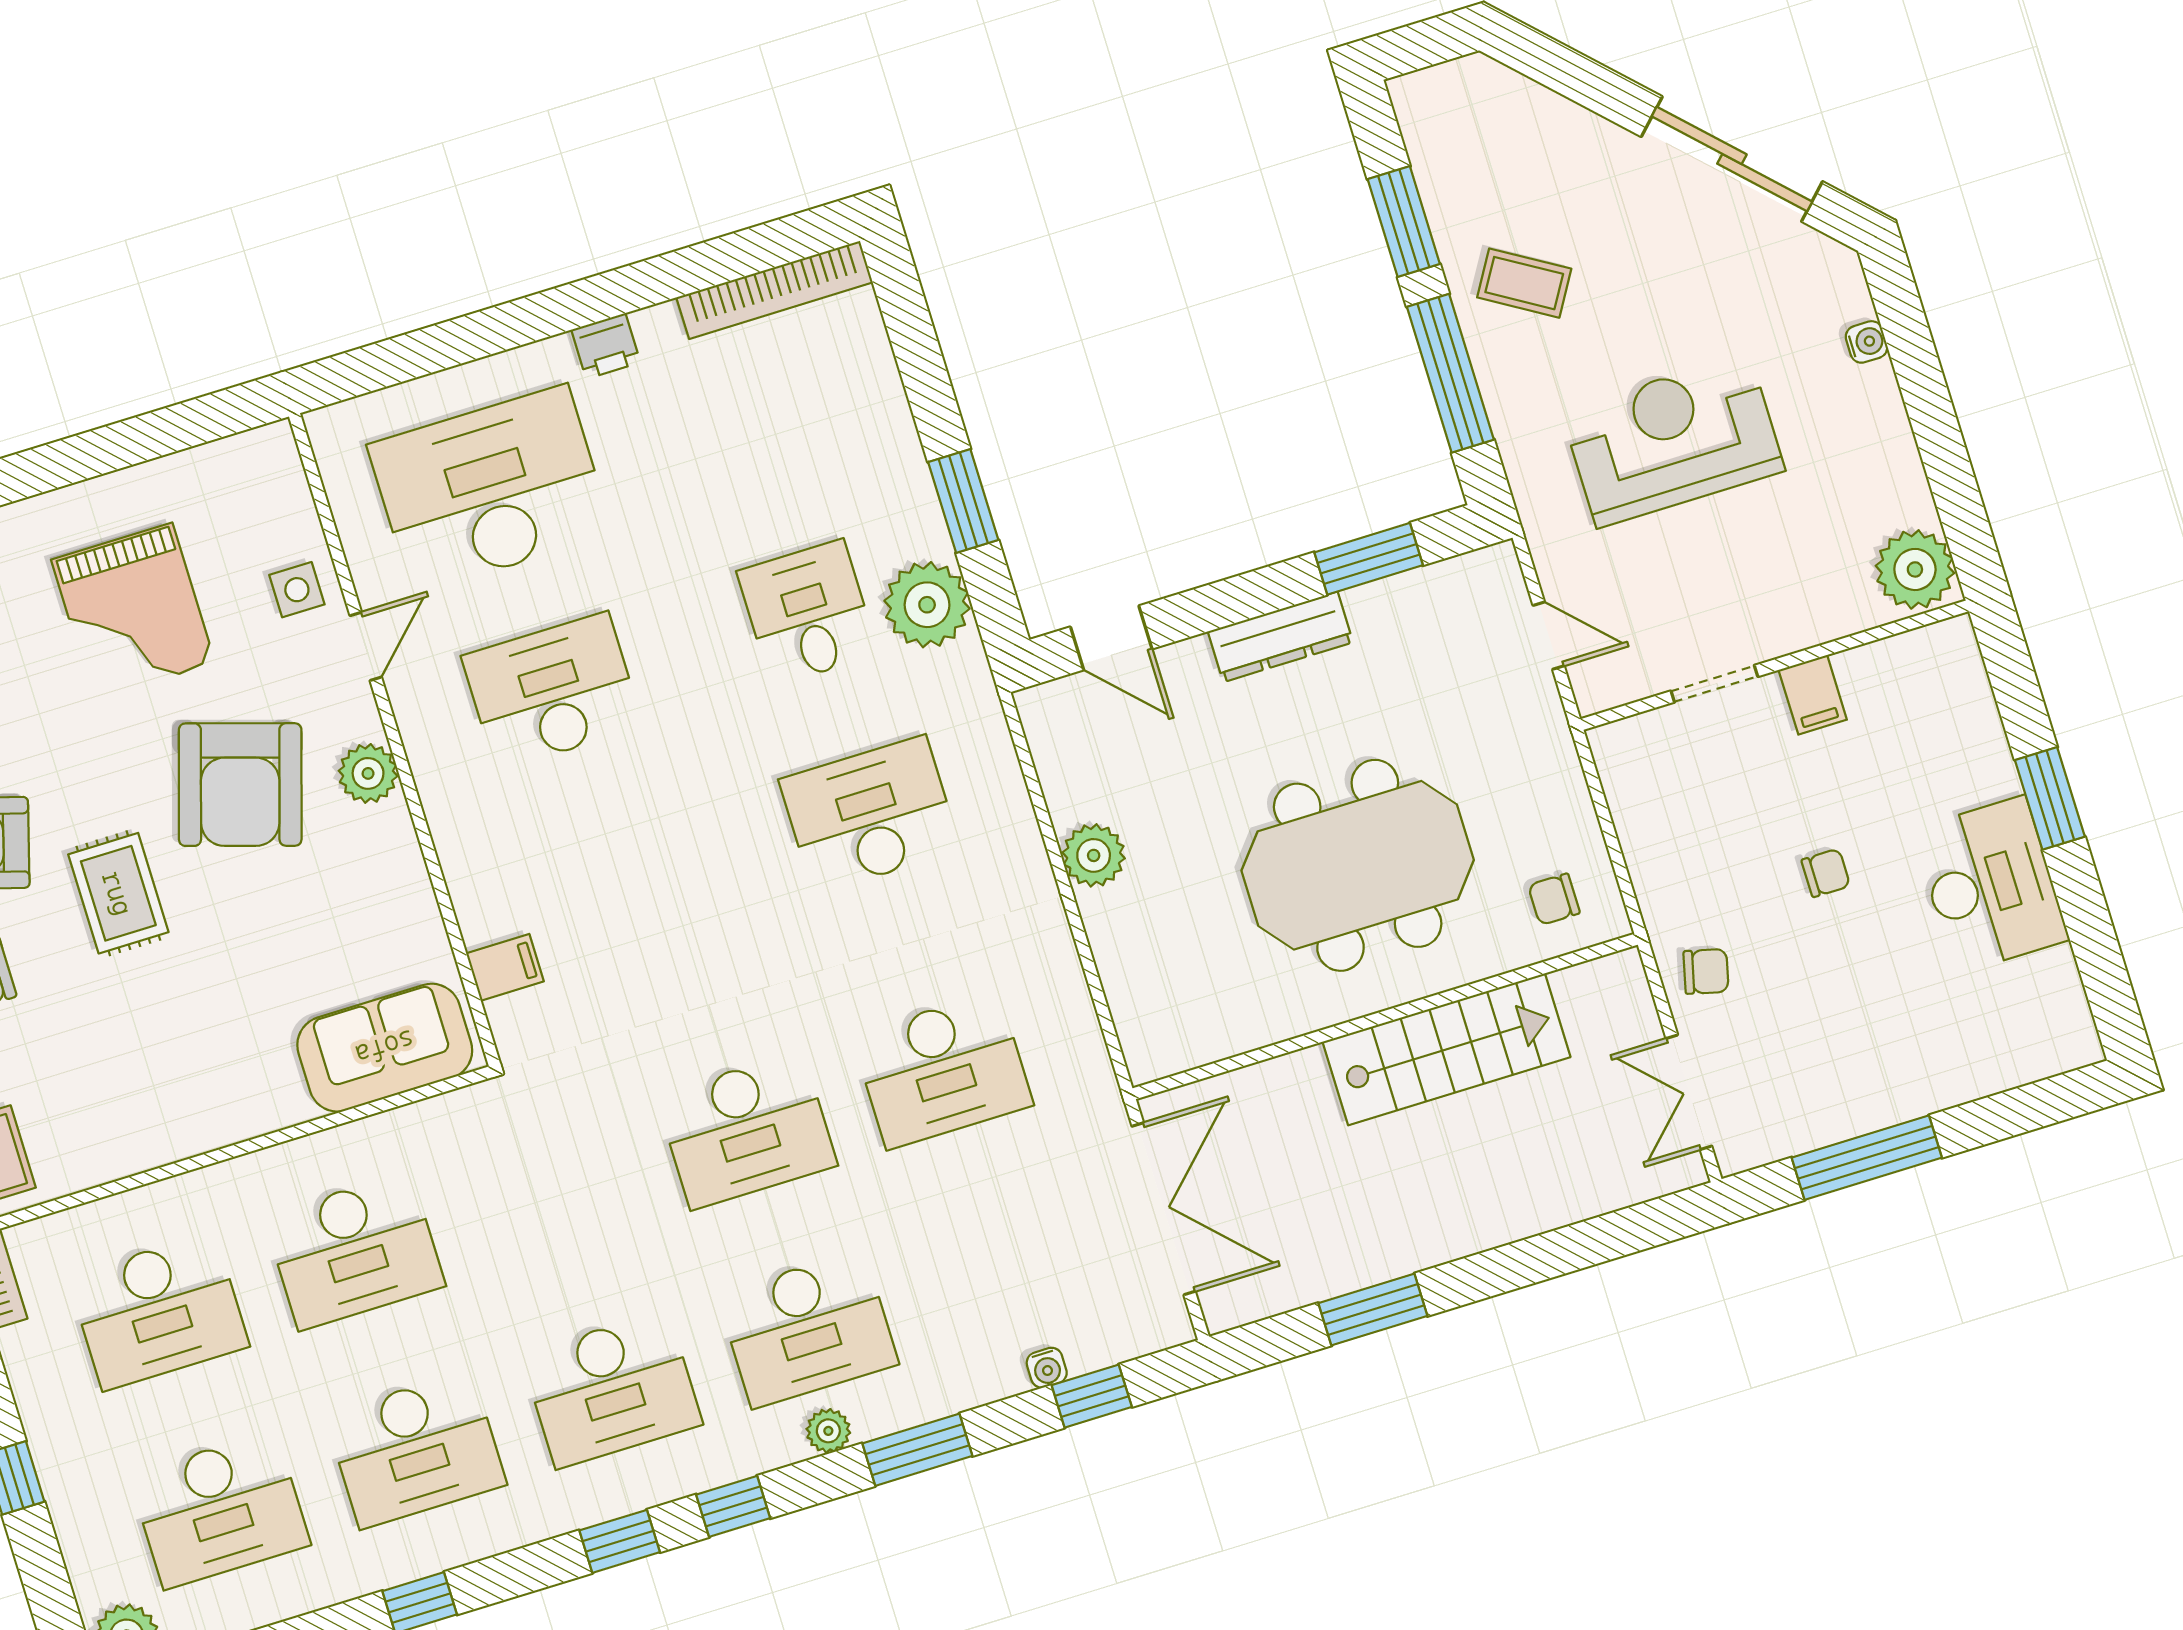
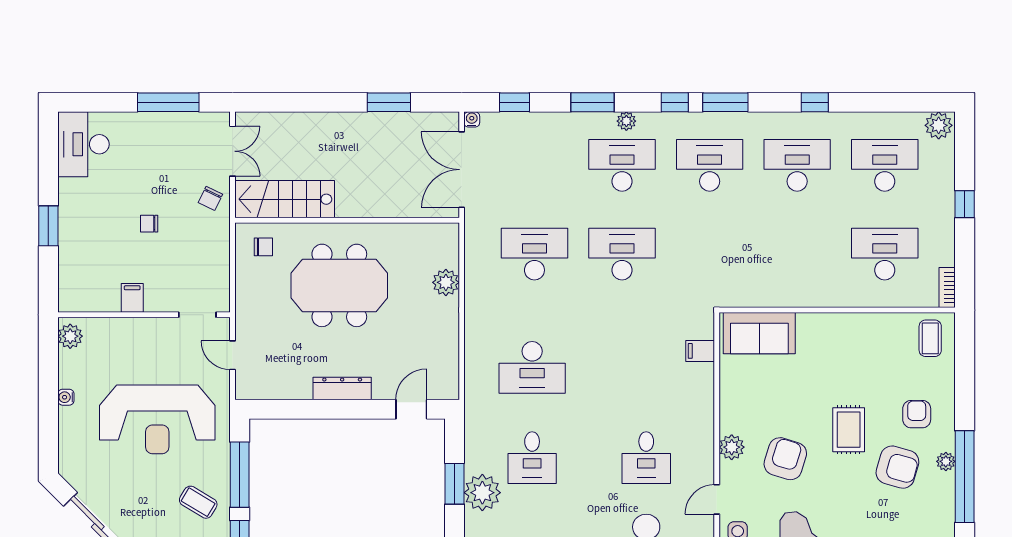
water cooler: (1867, 342) -> (66, 397), moved
reception desk: (1673, 440) -> (157, 419), width x1.36, depth x1.30
window: (1369, 559) -> (296, 409), removed
plant: (1915, 569) -> (70, 336), width x0.73, depth x0.73
plant: (927, 605) -> (482, 493), moved
door: (1111, 638) -> (411, 409), hinge flipped
doorway: (1714, 684) -> (197, 315), moved
desk: (552, 691) -> (646, 458), width x0.73
armchair: (240, 785) -> (785, 459), width x0.73, depth x0.73
plant: (1094, 855) -> (446, 282), moved
desk: (1991, 885) -> (83, 144), moved
chair: (1706, 971) -> (210, 198), turned -78
stairs: (1447, 1049) -> (285, 199), moved
desk: (355, 1251) -> (797, 254), removed
water cooler: (1047, 1368) -> (472, 119), moved
window: (620, 1541) -> (725, 102), width x1.50

